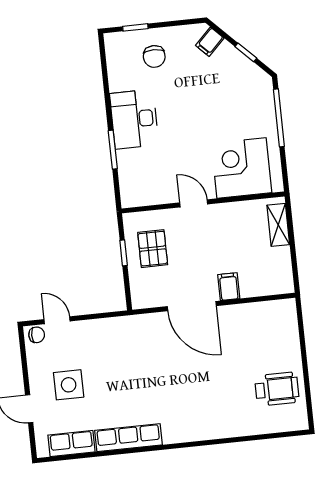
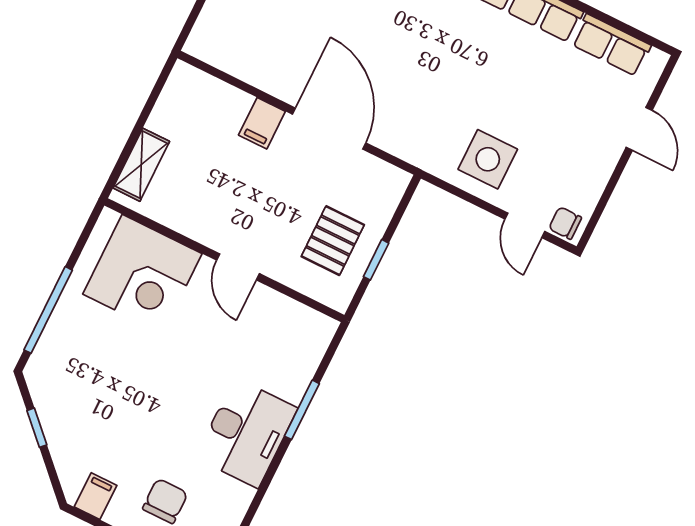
filing cabinet: (210, 42) -> (96, 496), moved, turned -45
side table: (69, 385) -> (488, 159), moved

